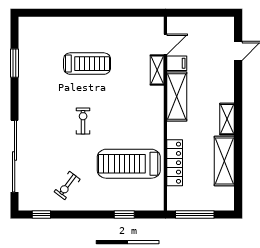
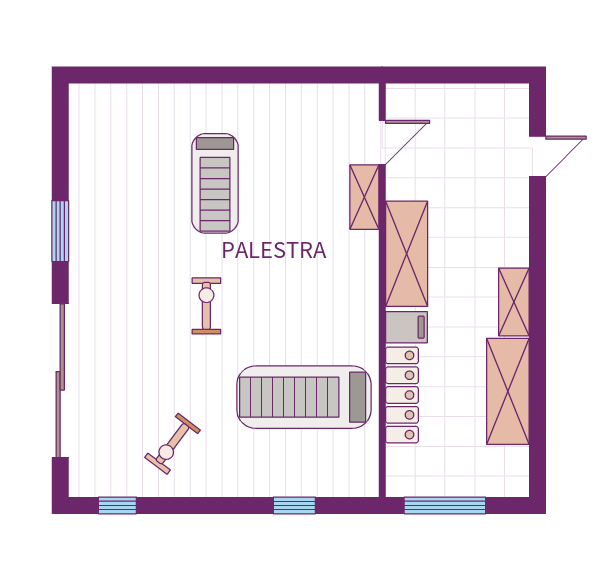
window: (15, 63) -> (60, 231), moved
filing cabinet: (177, 63) -> (406, 327), moved
treadmill: (87, 64) -> (215, 183), turned 90

